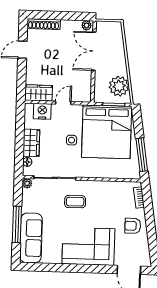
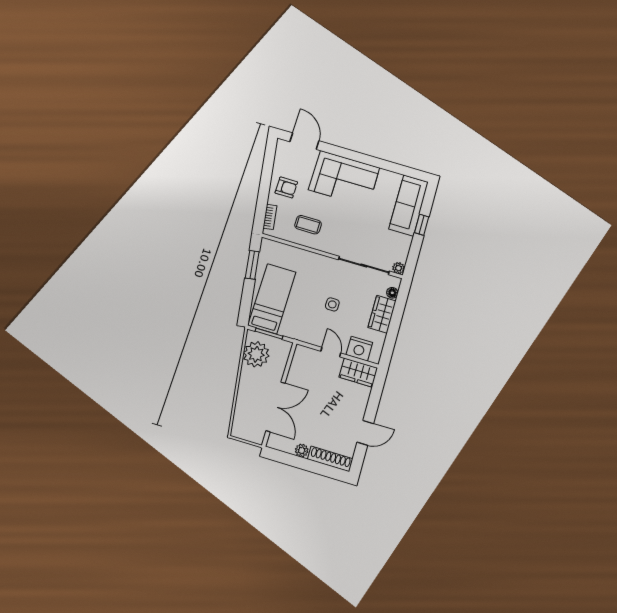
plant: (86, 25) -> (302, 450), moved
door: (63, 103) -> (331, 352), swing flipped
bed: (107, 132) -> (272, 298), width x0.49
window: (142, 155) -> (252, 265), width x0.69
coffee table: (75, 202) -> (308, 225), moved
window: (17, 224) -> (422, 225), width x0.46

